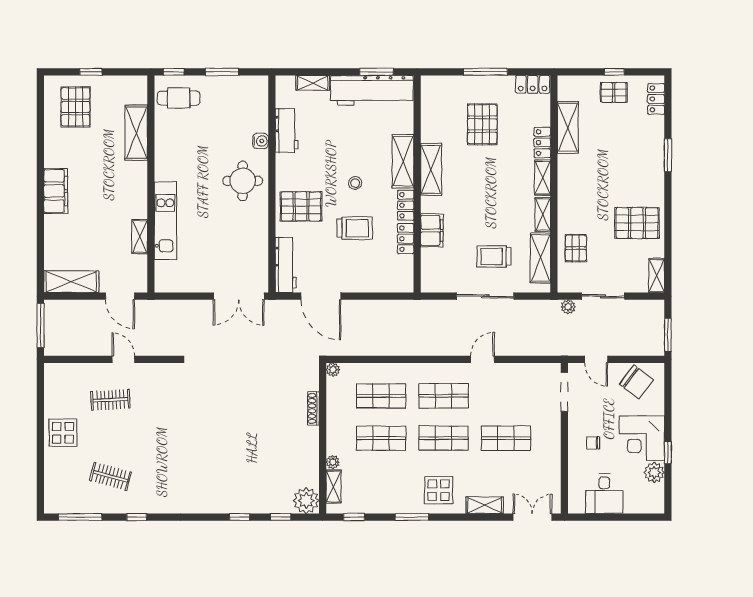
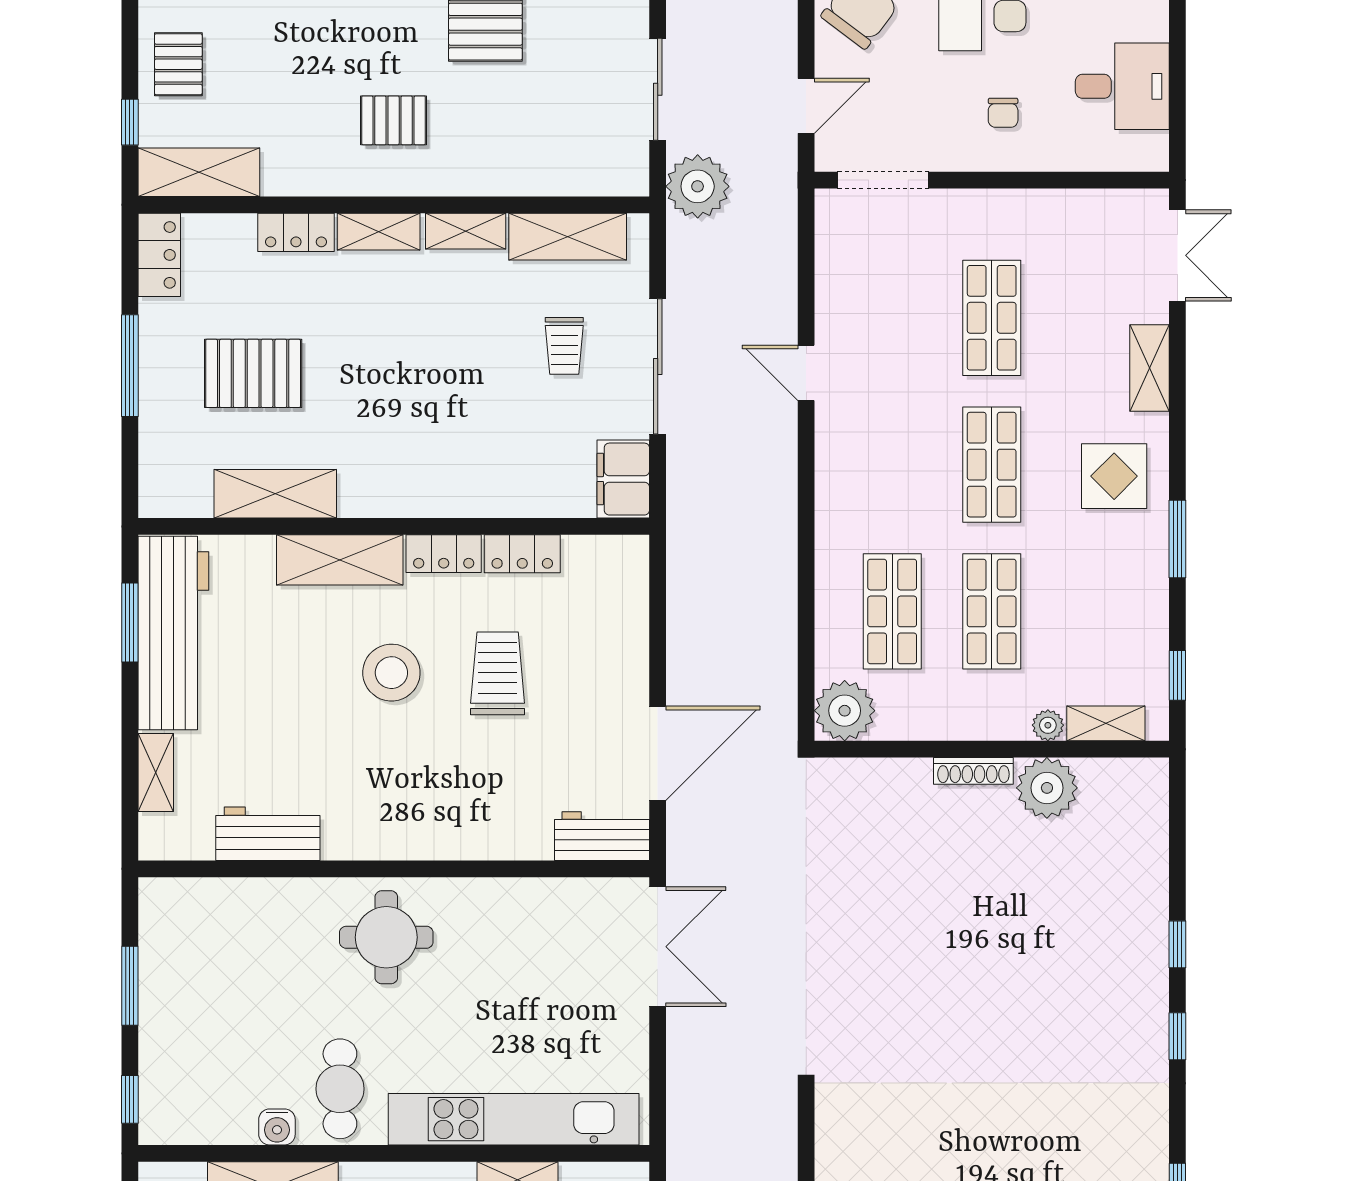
window: (614, 72) -> (130, 122), moved
cafe table: (179, 98) -> (340, 1089), moved
shelving: (568, 127) -> (199, 172), moved
water cooler: (261, 141) -> (277, 1127), moved, turned 180
shelving: (431, 169) -> (275, 494), moved
stool: (355, 183) -> (391, 673), width x1.89, depth x1.89
pallet: (301, 206) -> (446, 800), removed
kitchen unit: (165, 221) -> (514, 1119), width x1.36
filing cabinet: (432, 230) -> (623, 479), moved, turned -90
pallet: (576, 248) -> (394, 120), moved
trolley: (494, 256) -> (564, 346), width x0.73, depth x0.72
workbench: (286, 265) -> (602, 836), width x0.73
plant: (568, 307) -> (698, 186), width x1.87, depth x1.87
plant: (333, 370) -> (845, 711), width x1.88, depth x1.88
shop shelf: (444, 396) -> (892, 465), removed
shoe rack: (313, 408) -> (973, 771), moved
plant: (306, 501) -> (1047, 788), moved
window: (281, 517) -> (1177, 1036), moved
double door: (532, 517) -> (1177, 255), swing flipped

